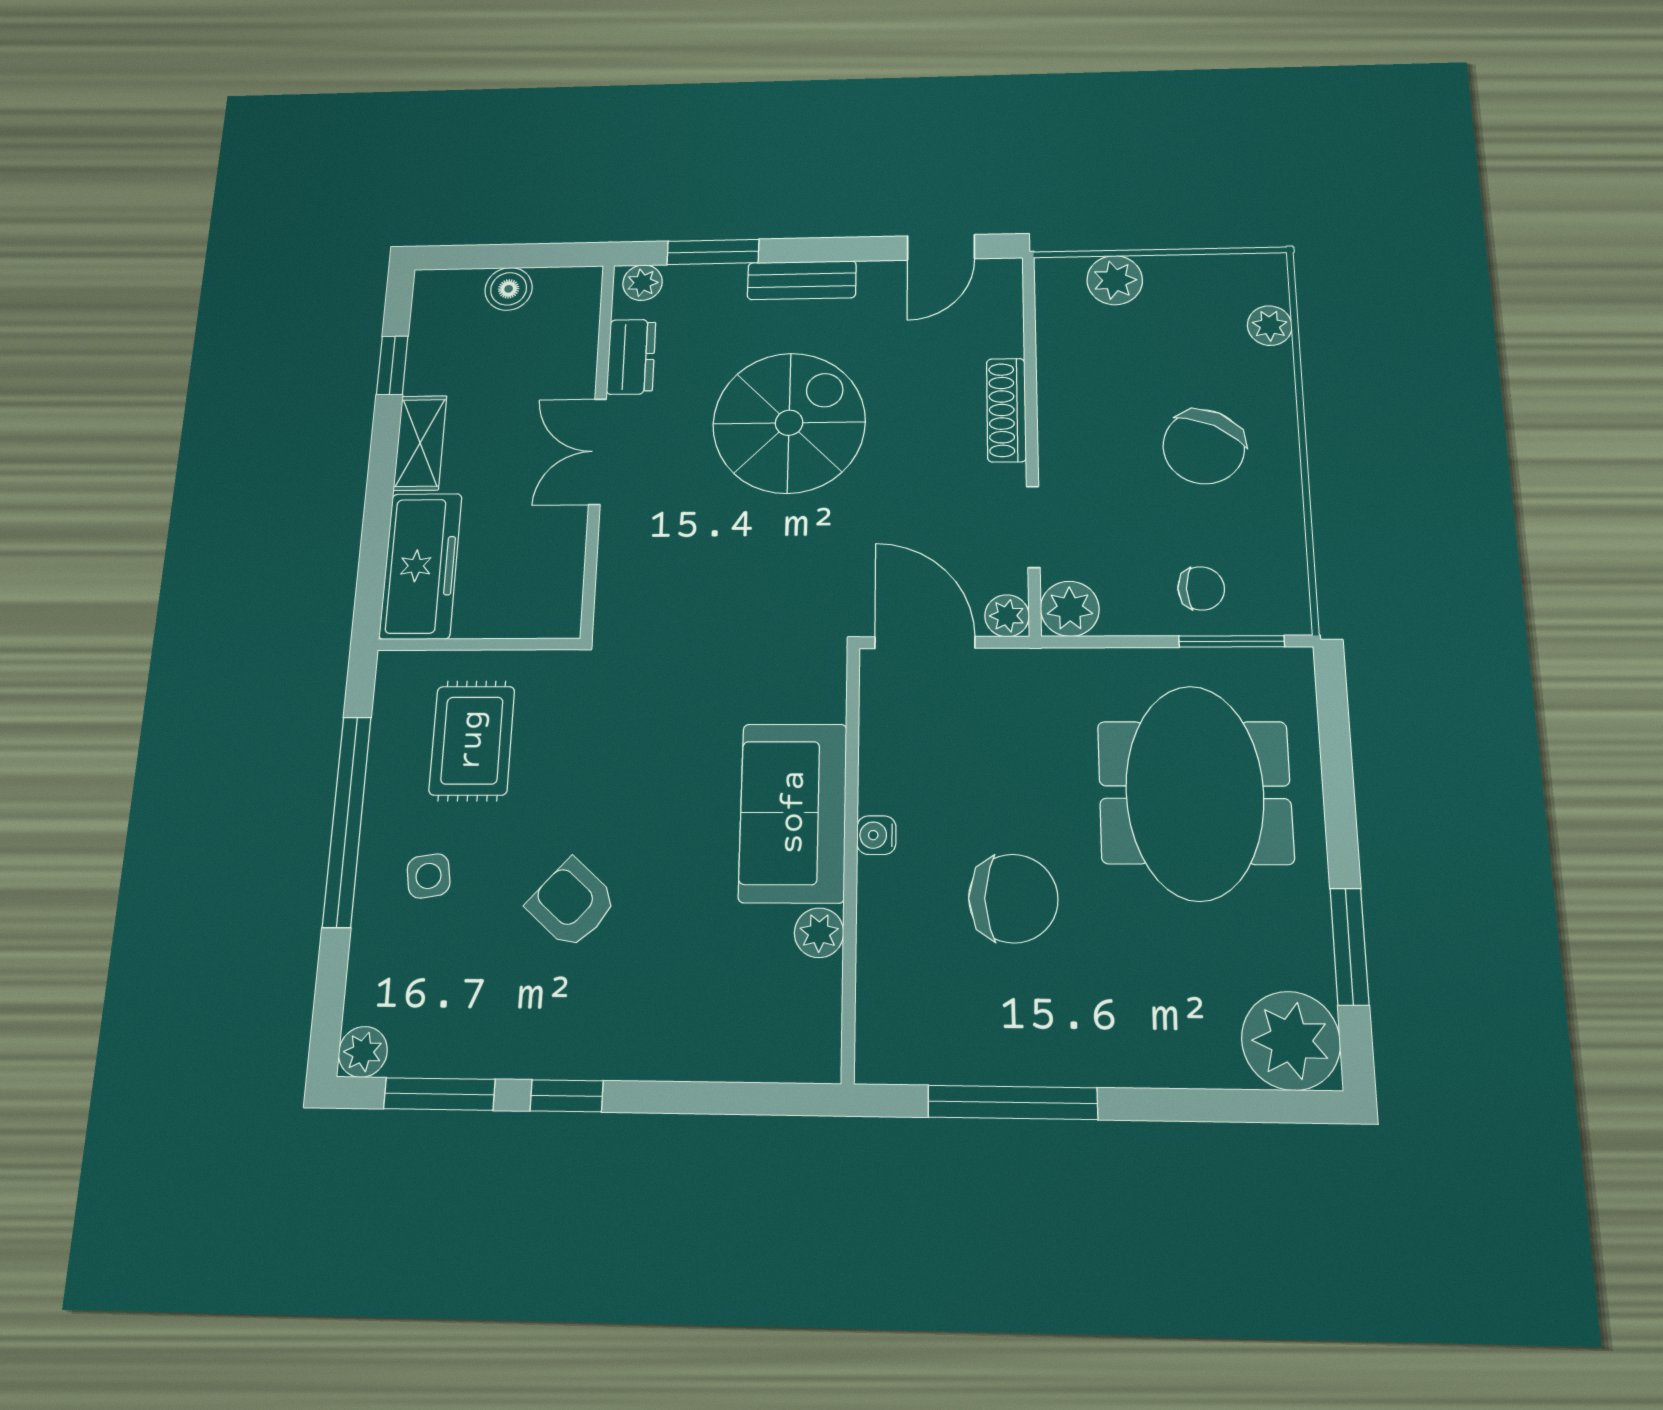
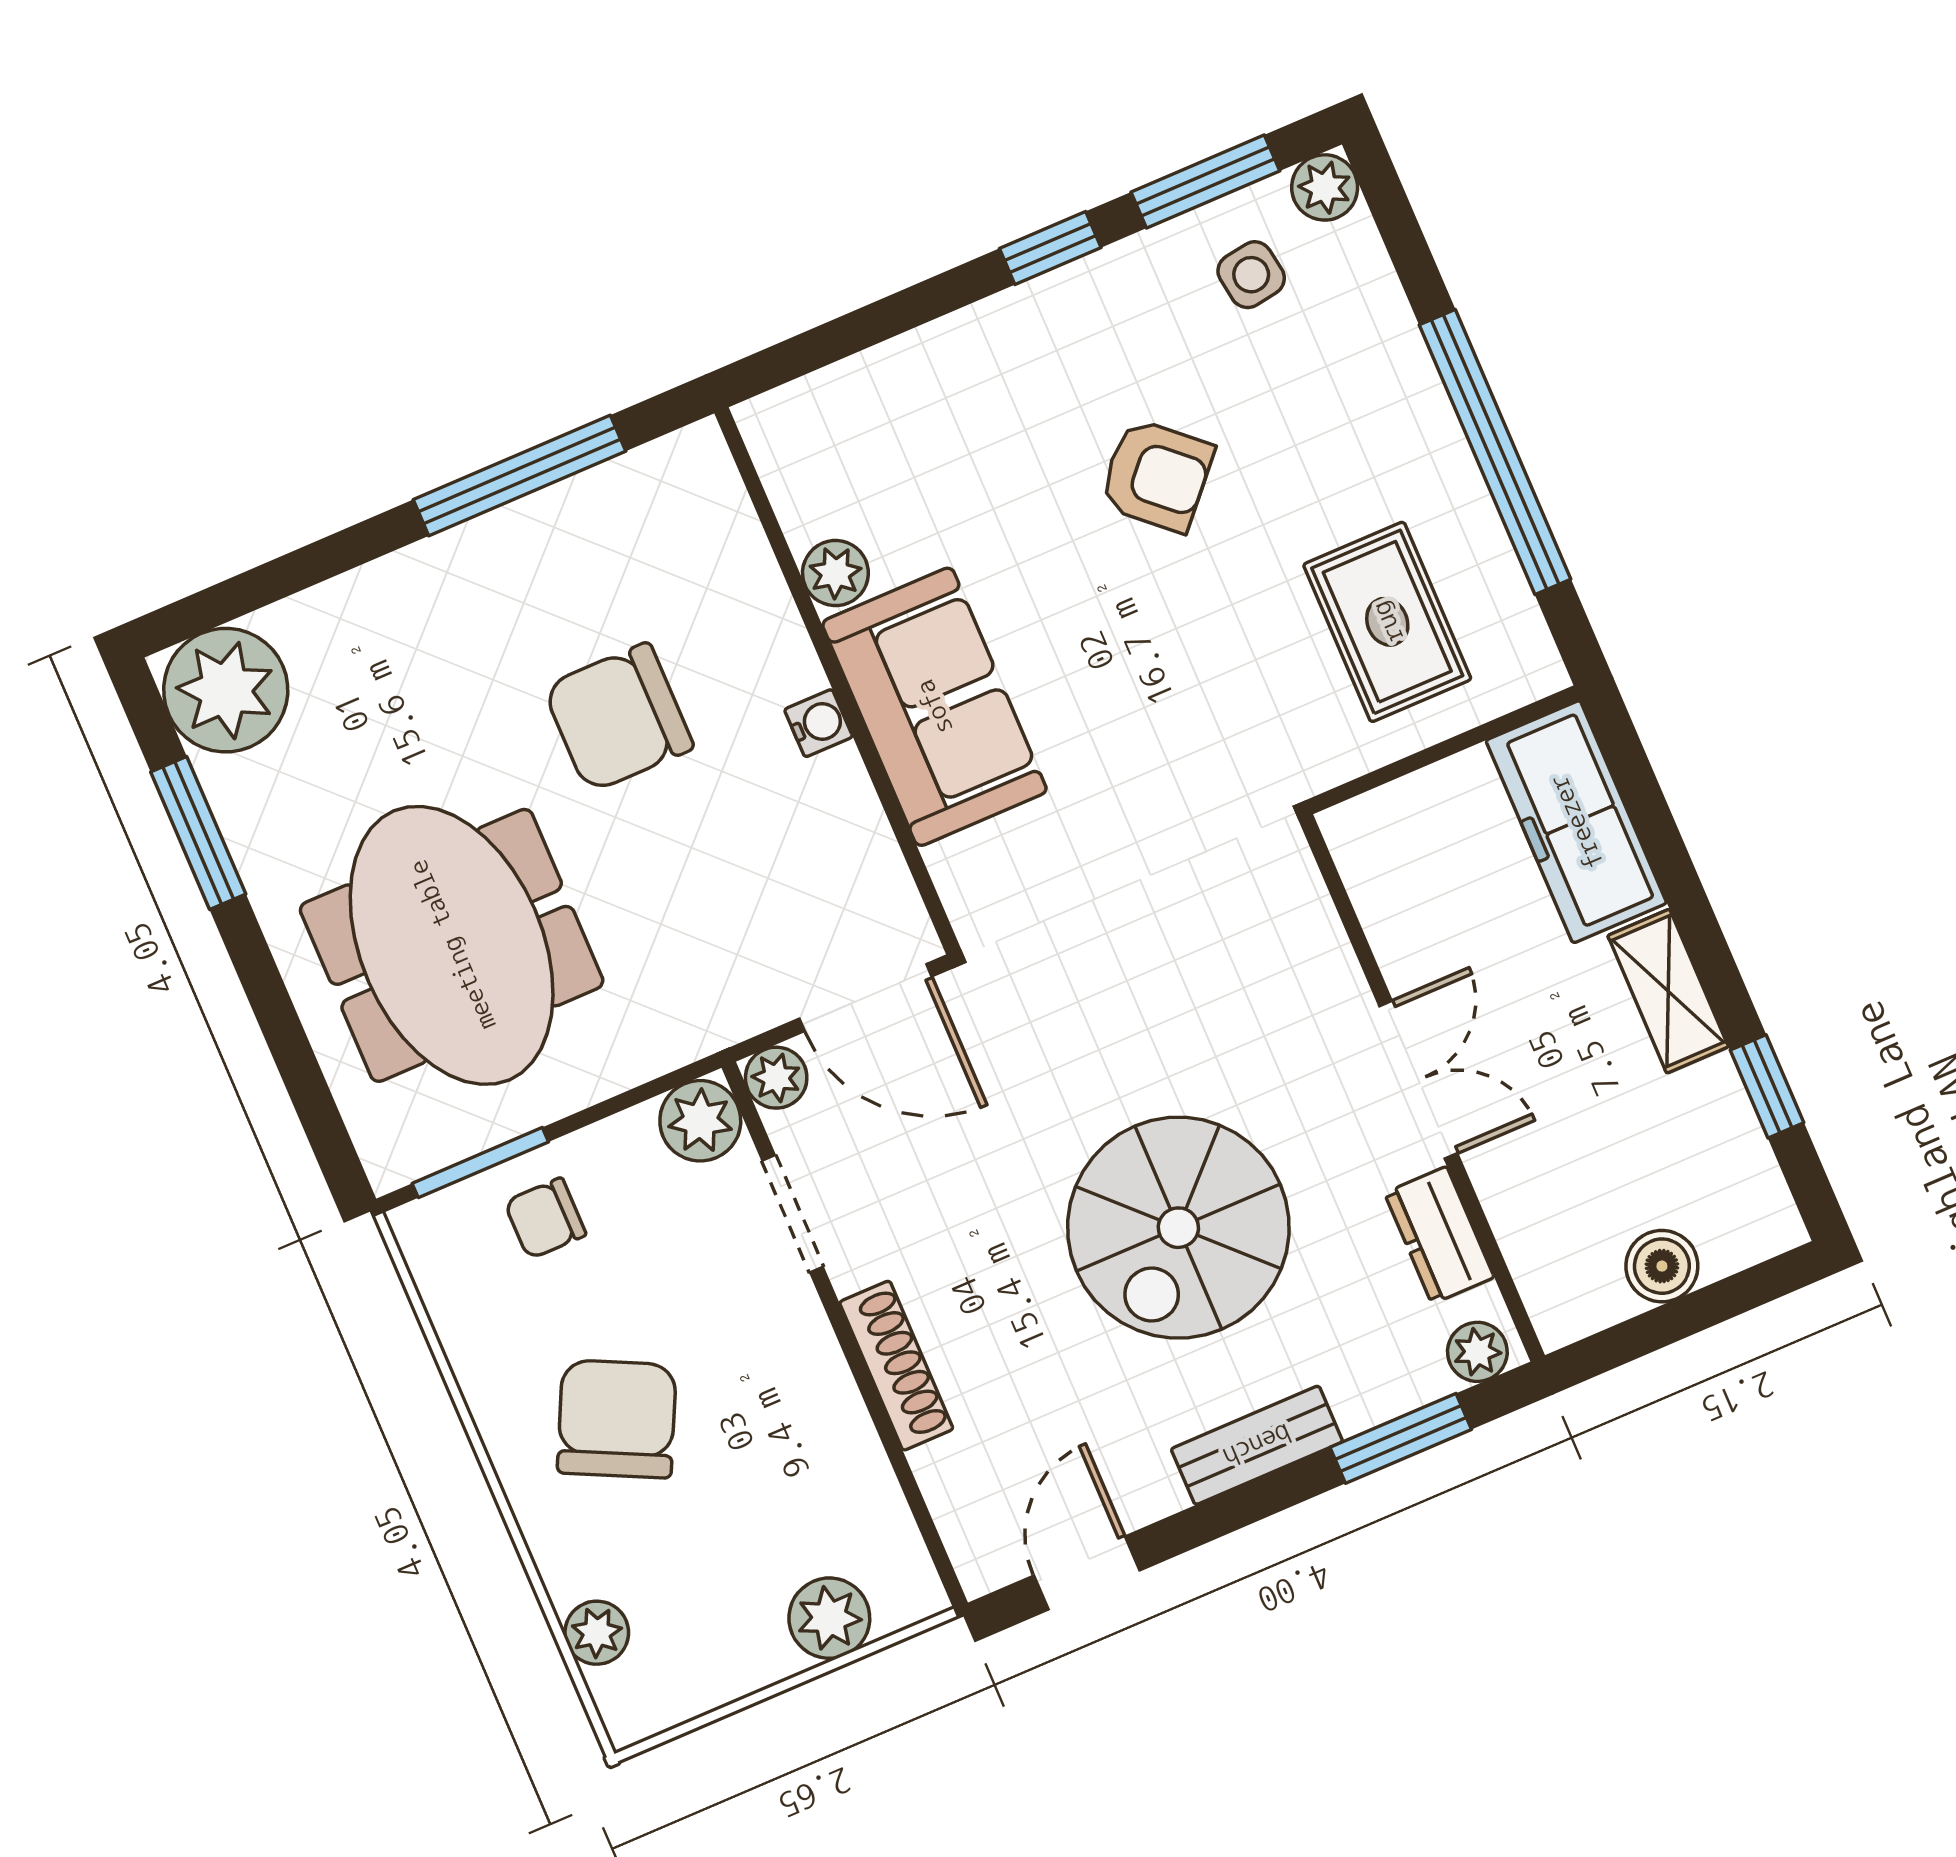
side table: (429, 876) -> (1251, 275), moved

